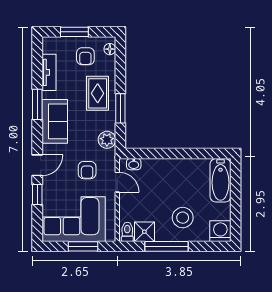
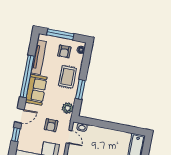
window: (74, 32) -> (60, 34), width x1.44
tv unit: (49, 72) -> (39, 57), width x1.41
window: (37, 104) -> (27, 76), width x2.11

